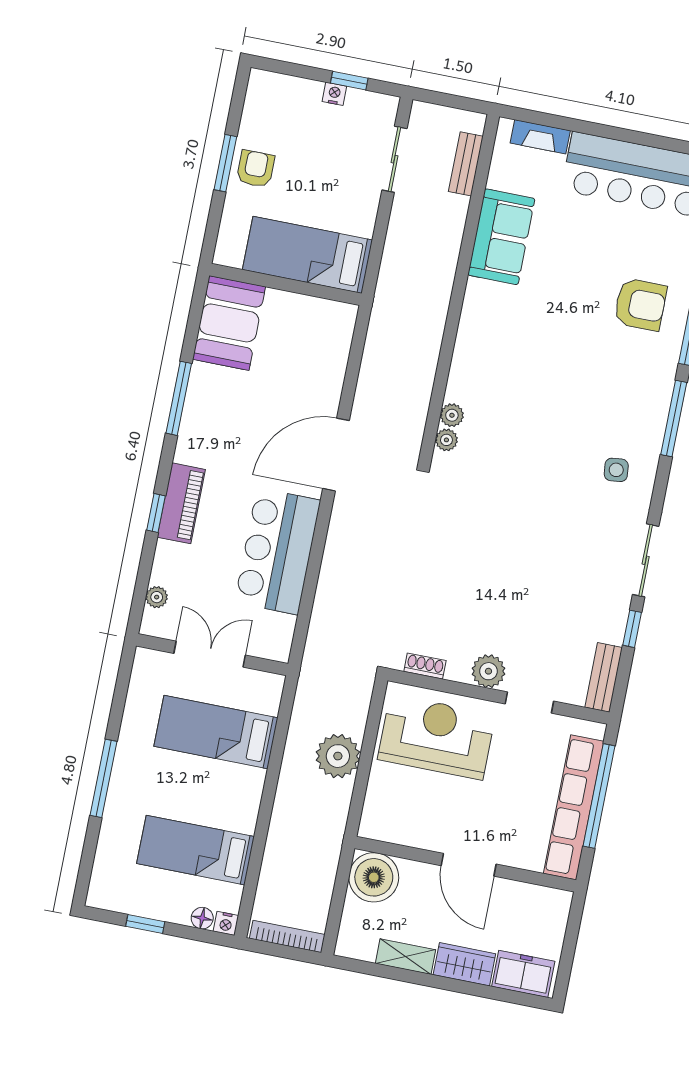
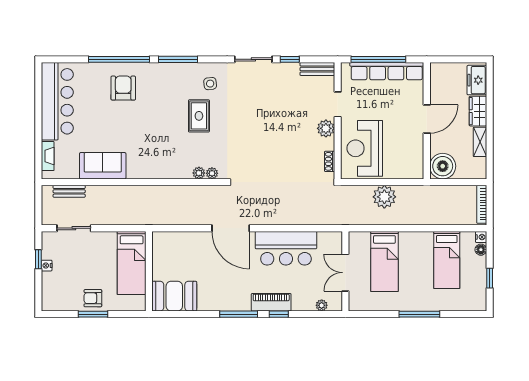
window: (179, 398) -> (239, 314), moved
rug: (559, 437) -> (199, 116), added

